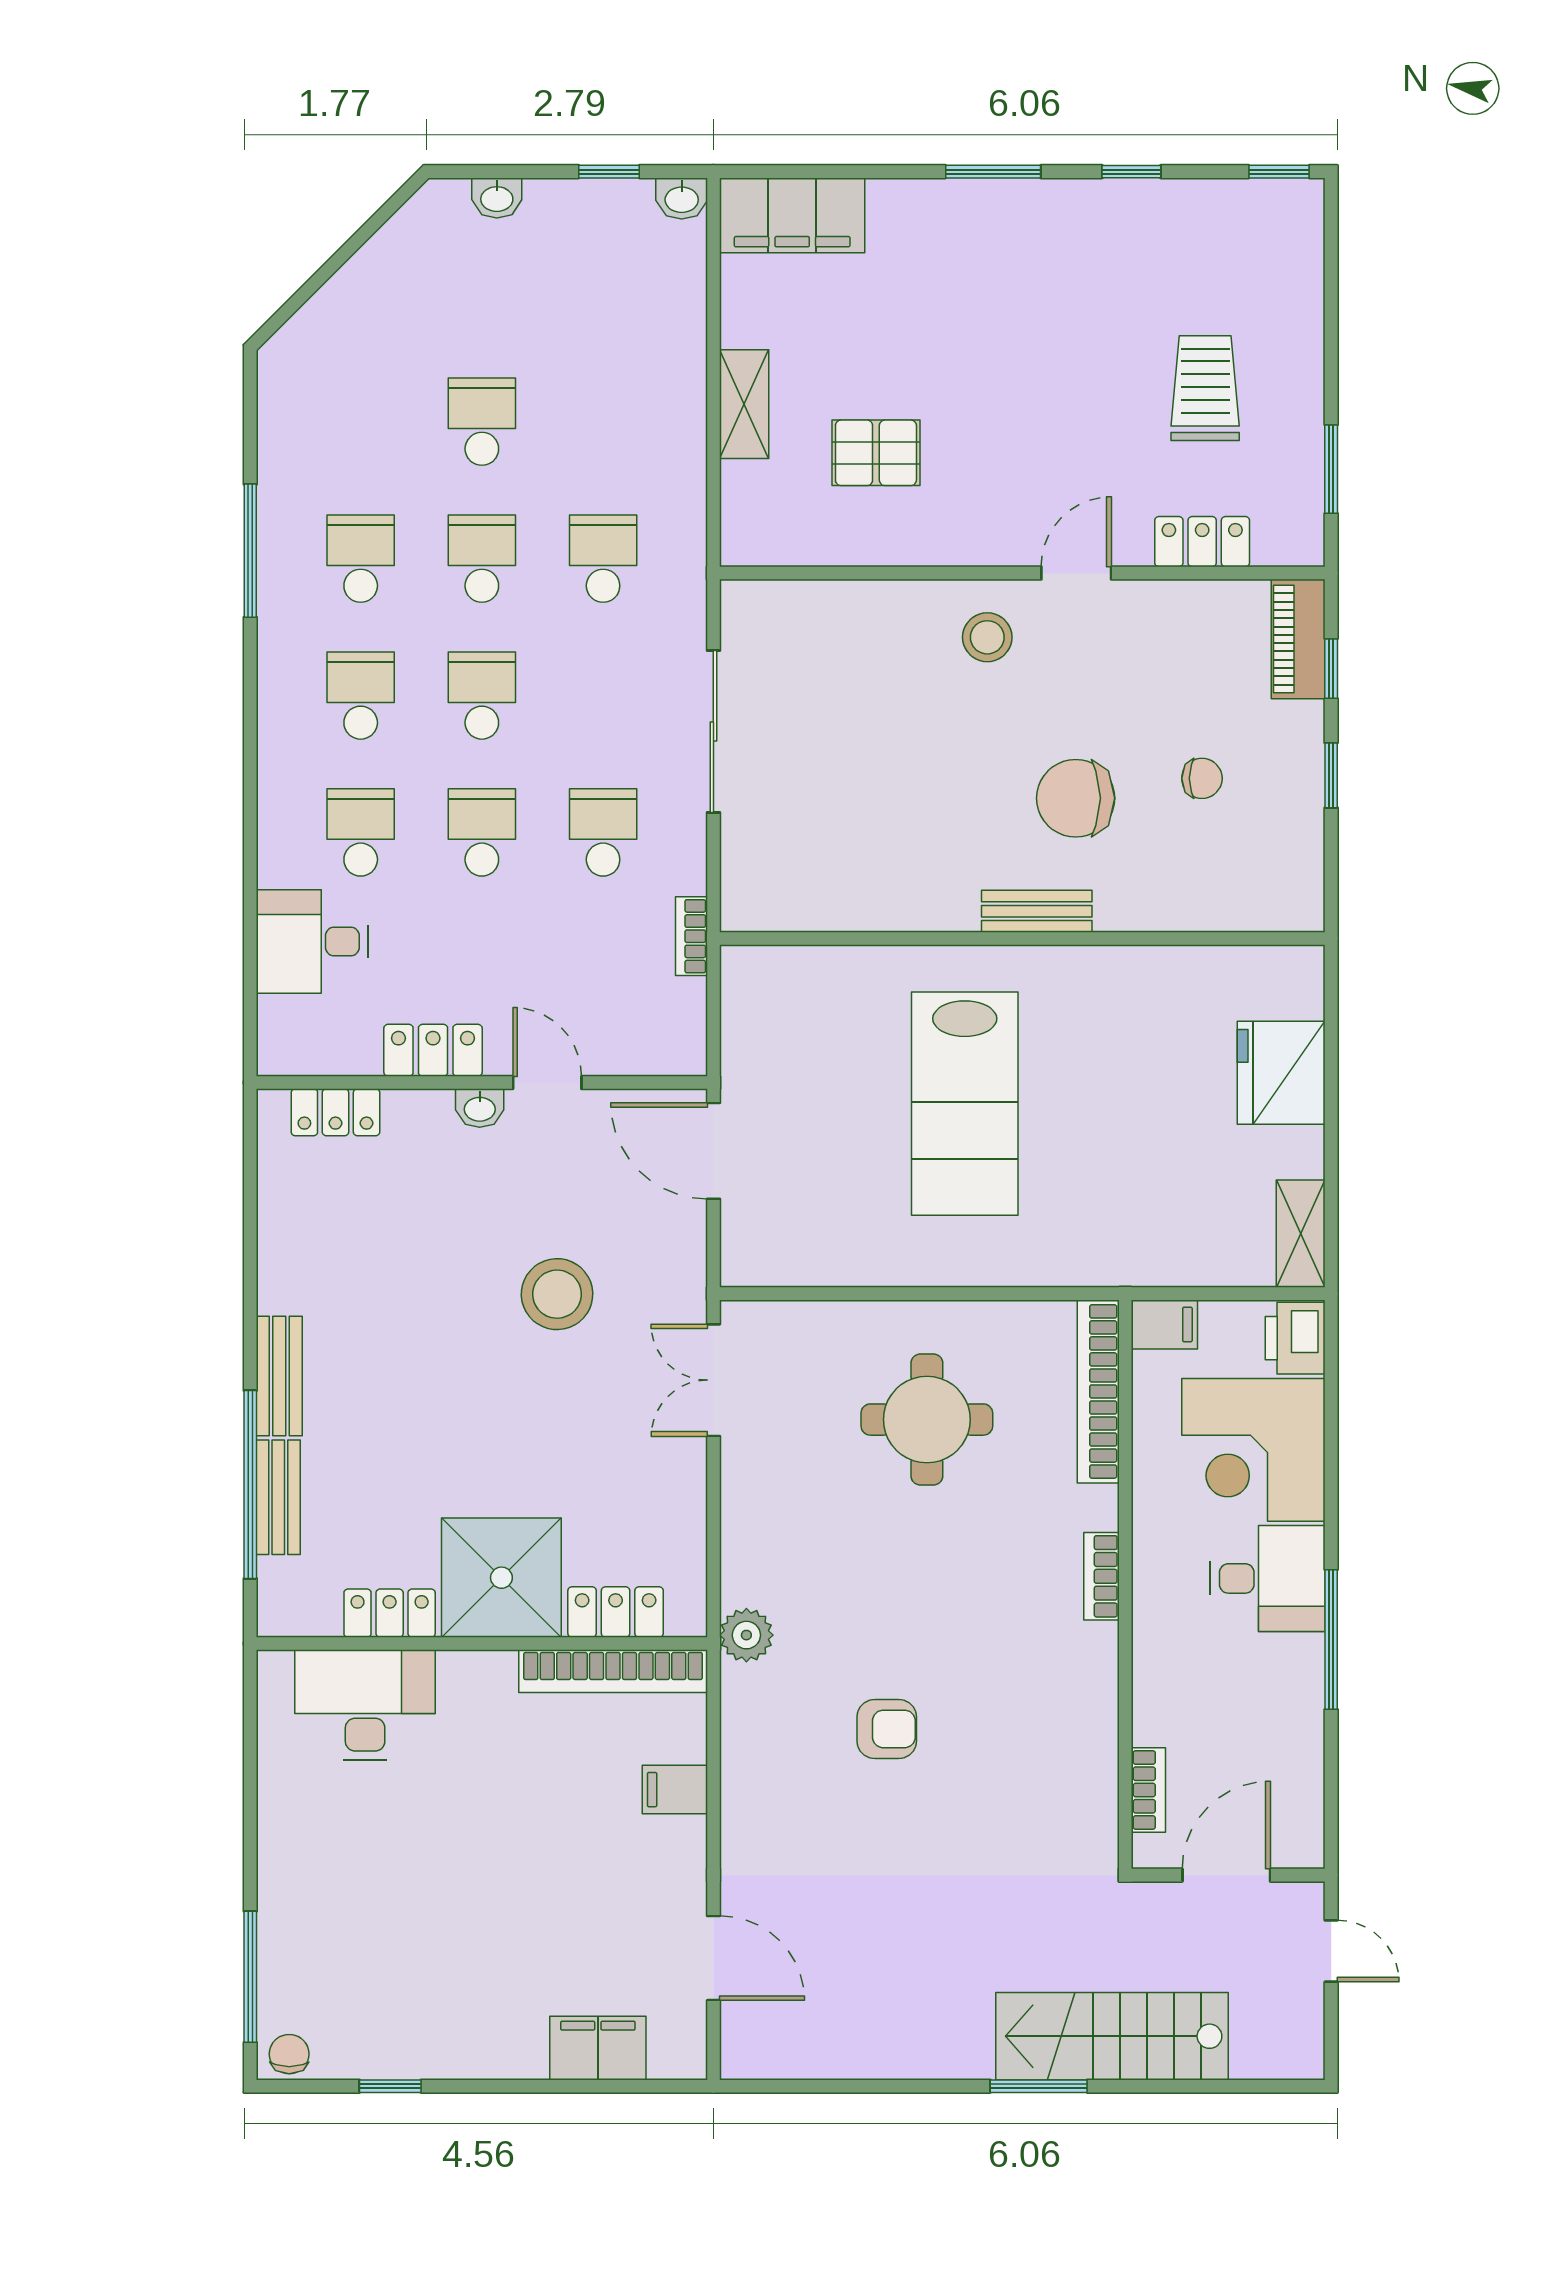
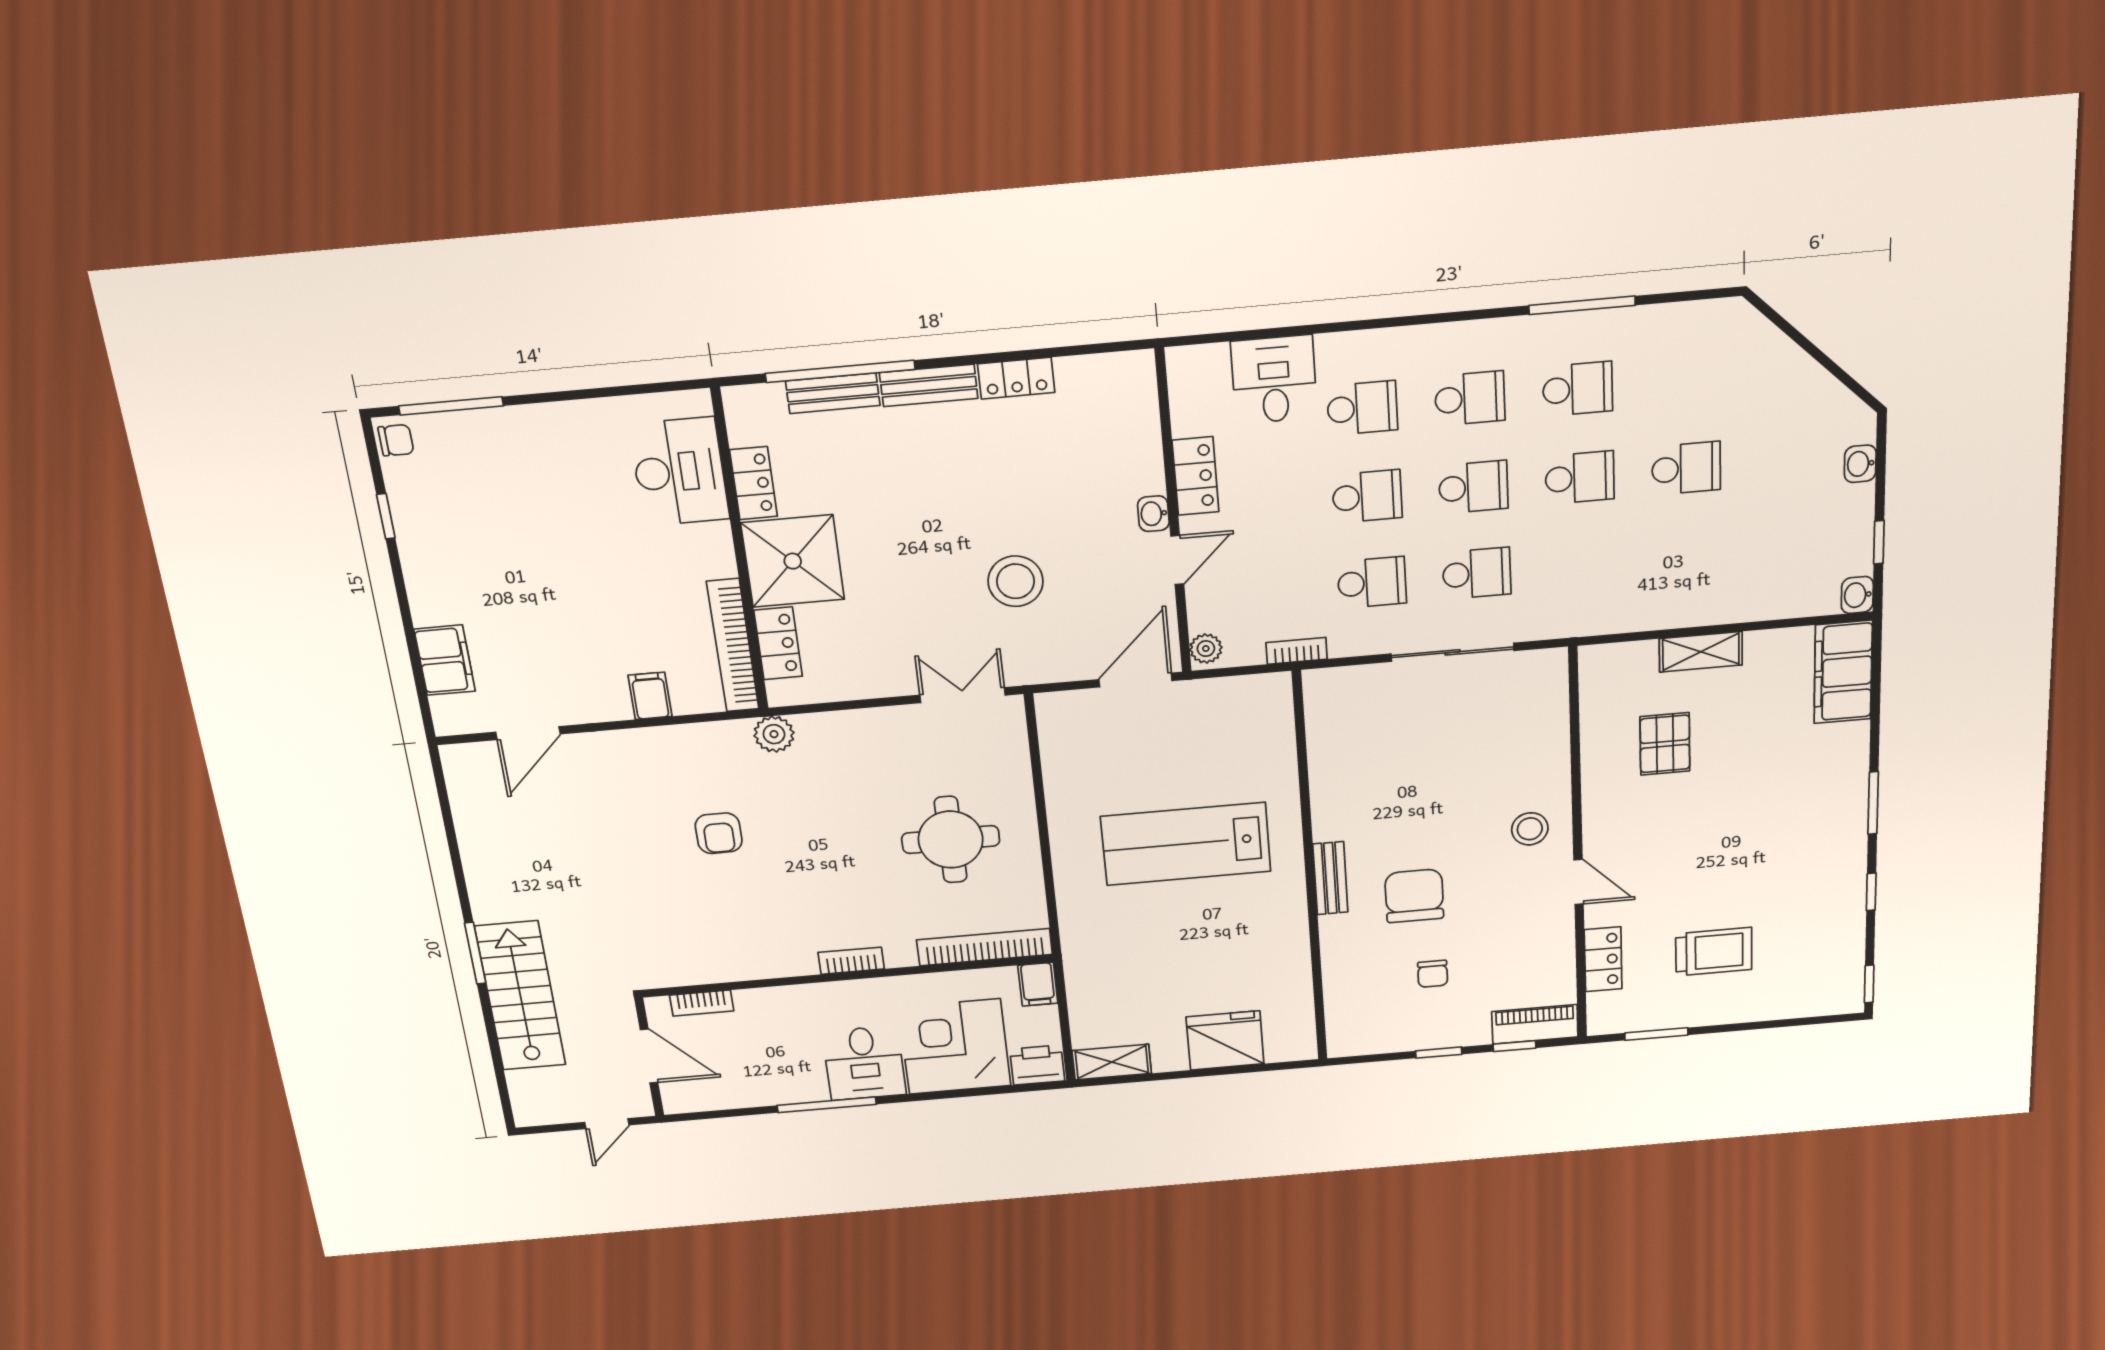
school desk: (603, 559) -> (1477, 573), moved
plant: (677, 1055) -> (1206, 649), added
locker: (335, 1112) -> (1016, 378), moved, turned -90

